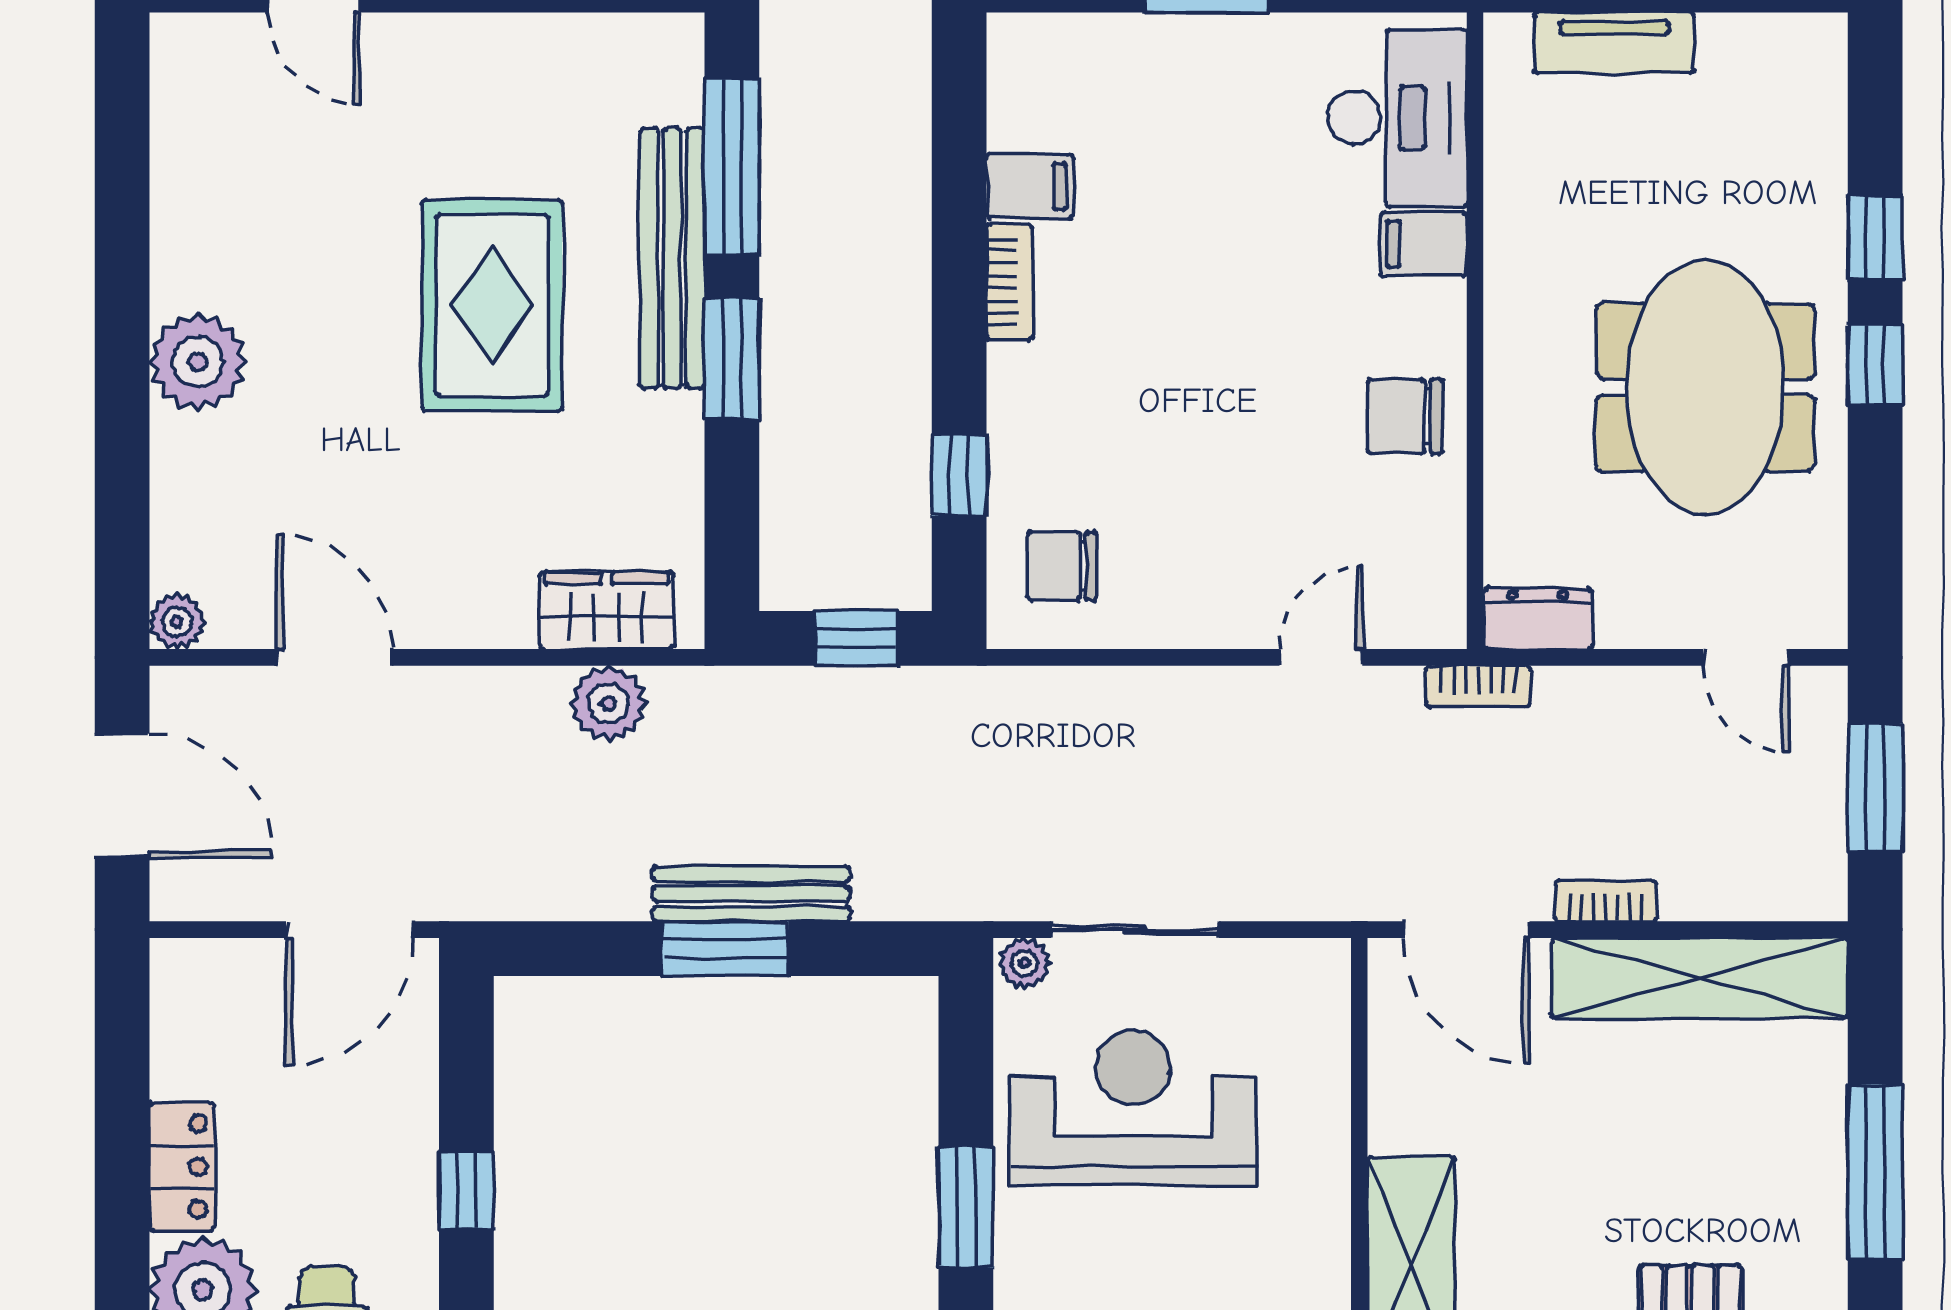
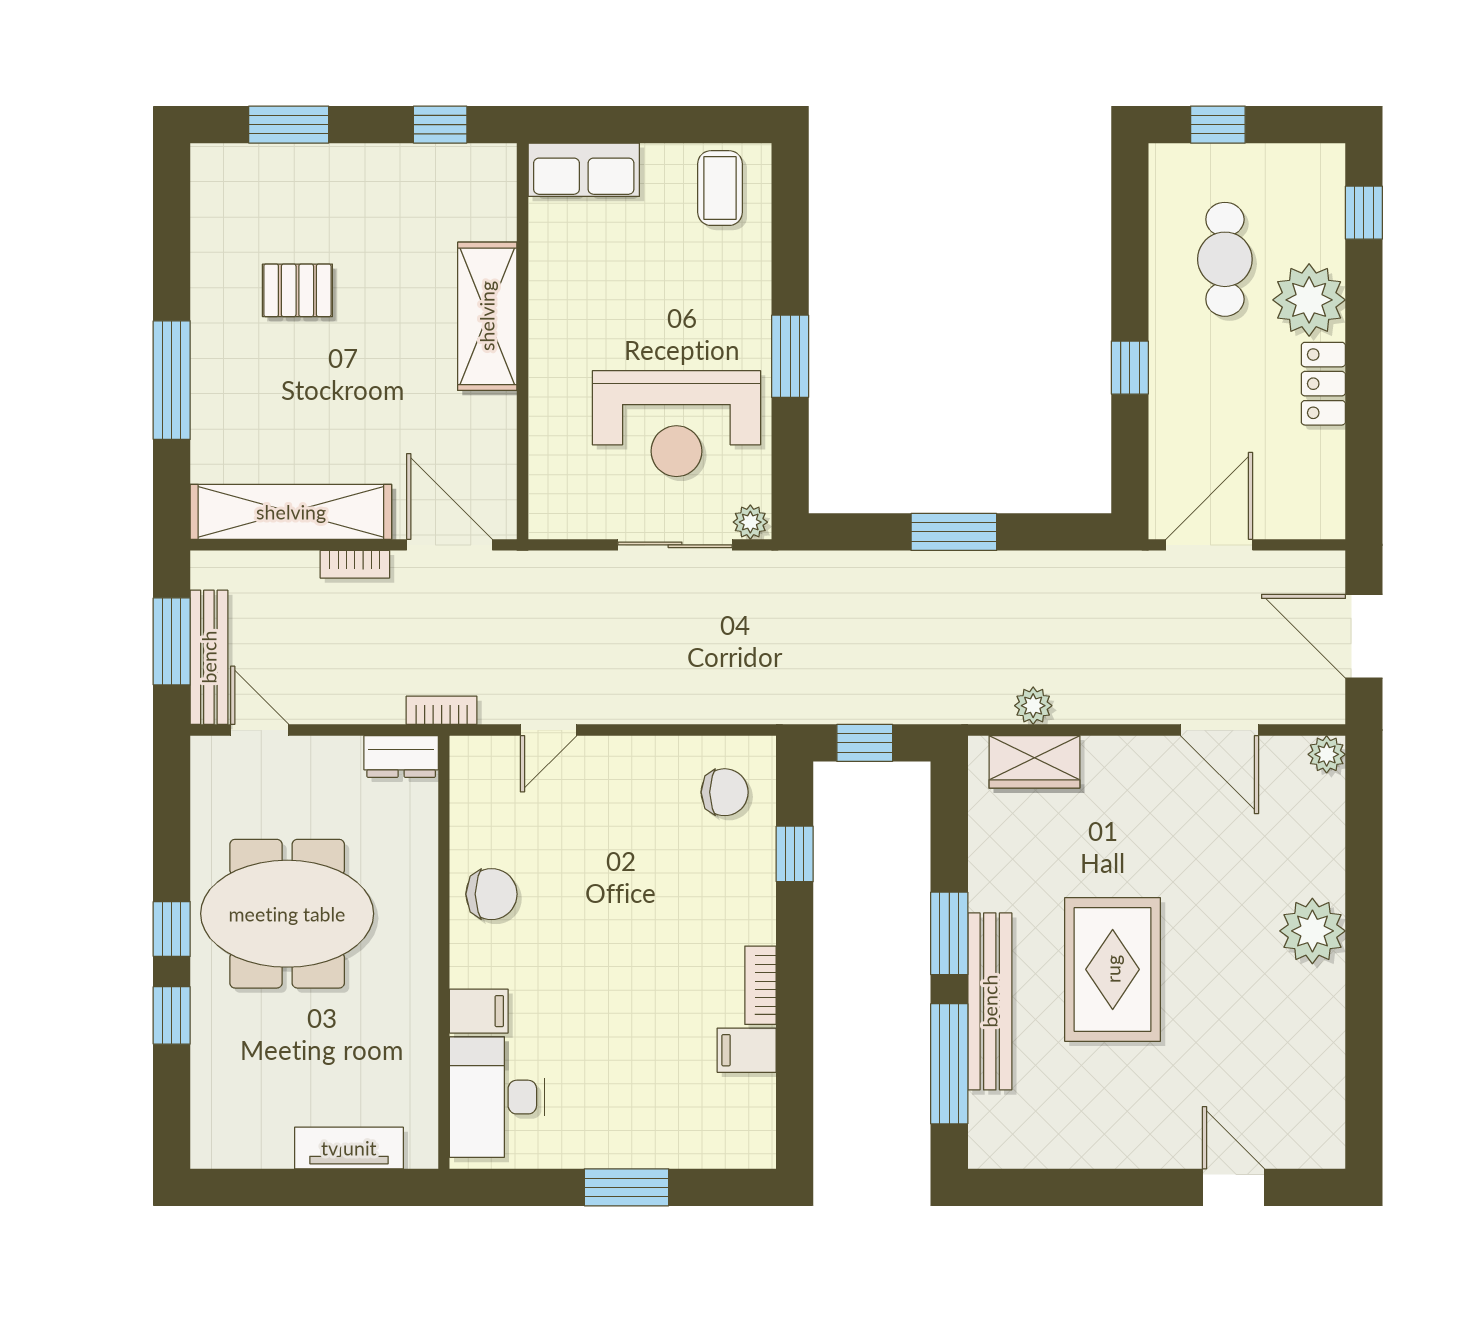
meeting table: (1705, 387) -> (287, 914), turned 90
plant: (608, 704) -> (1033, 706), width x0.73, depth x0.73
bench: (751, 894) -> (209, 657), moved, turned 90

